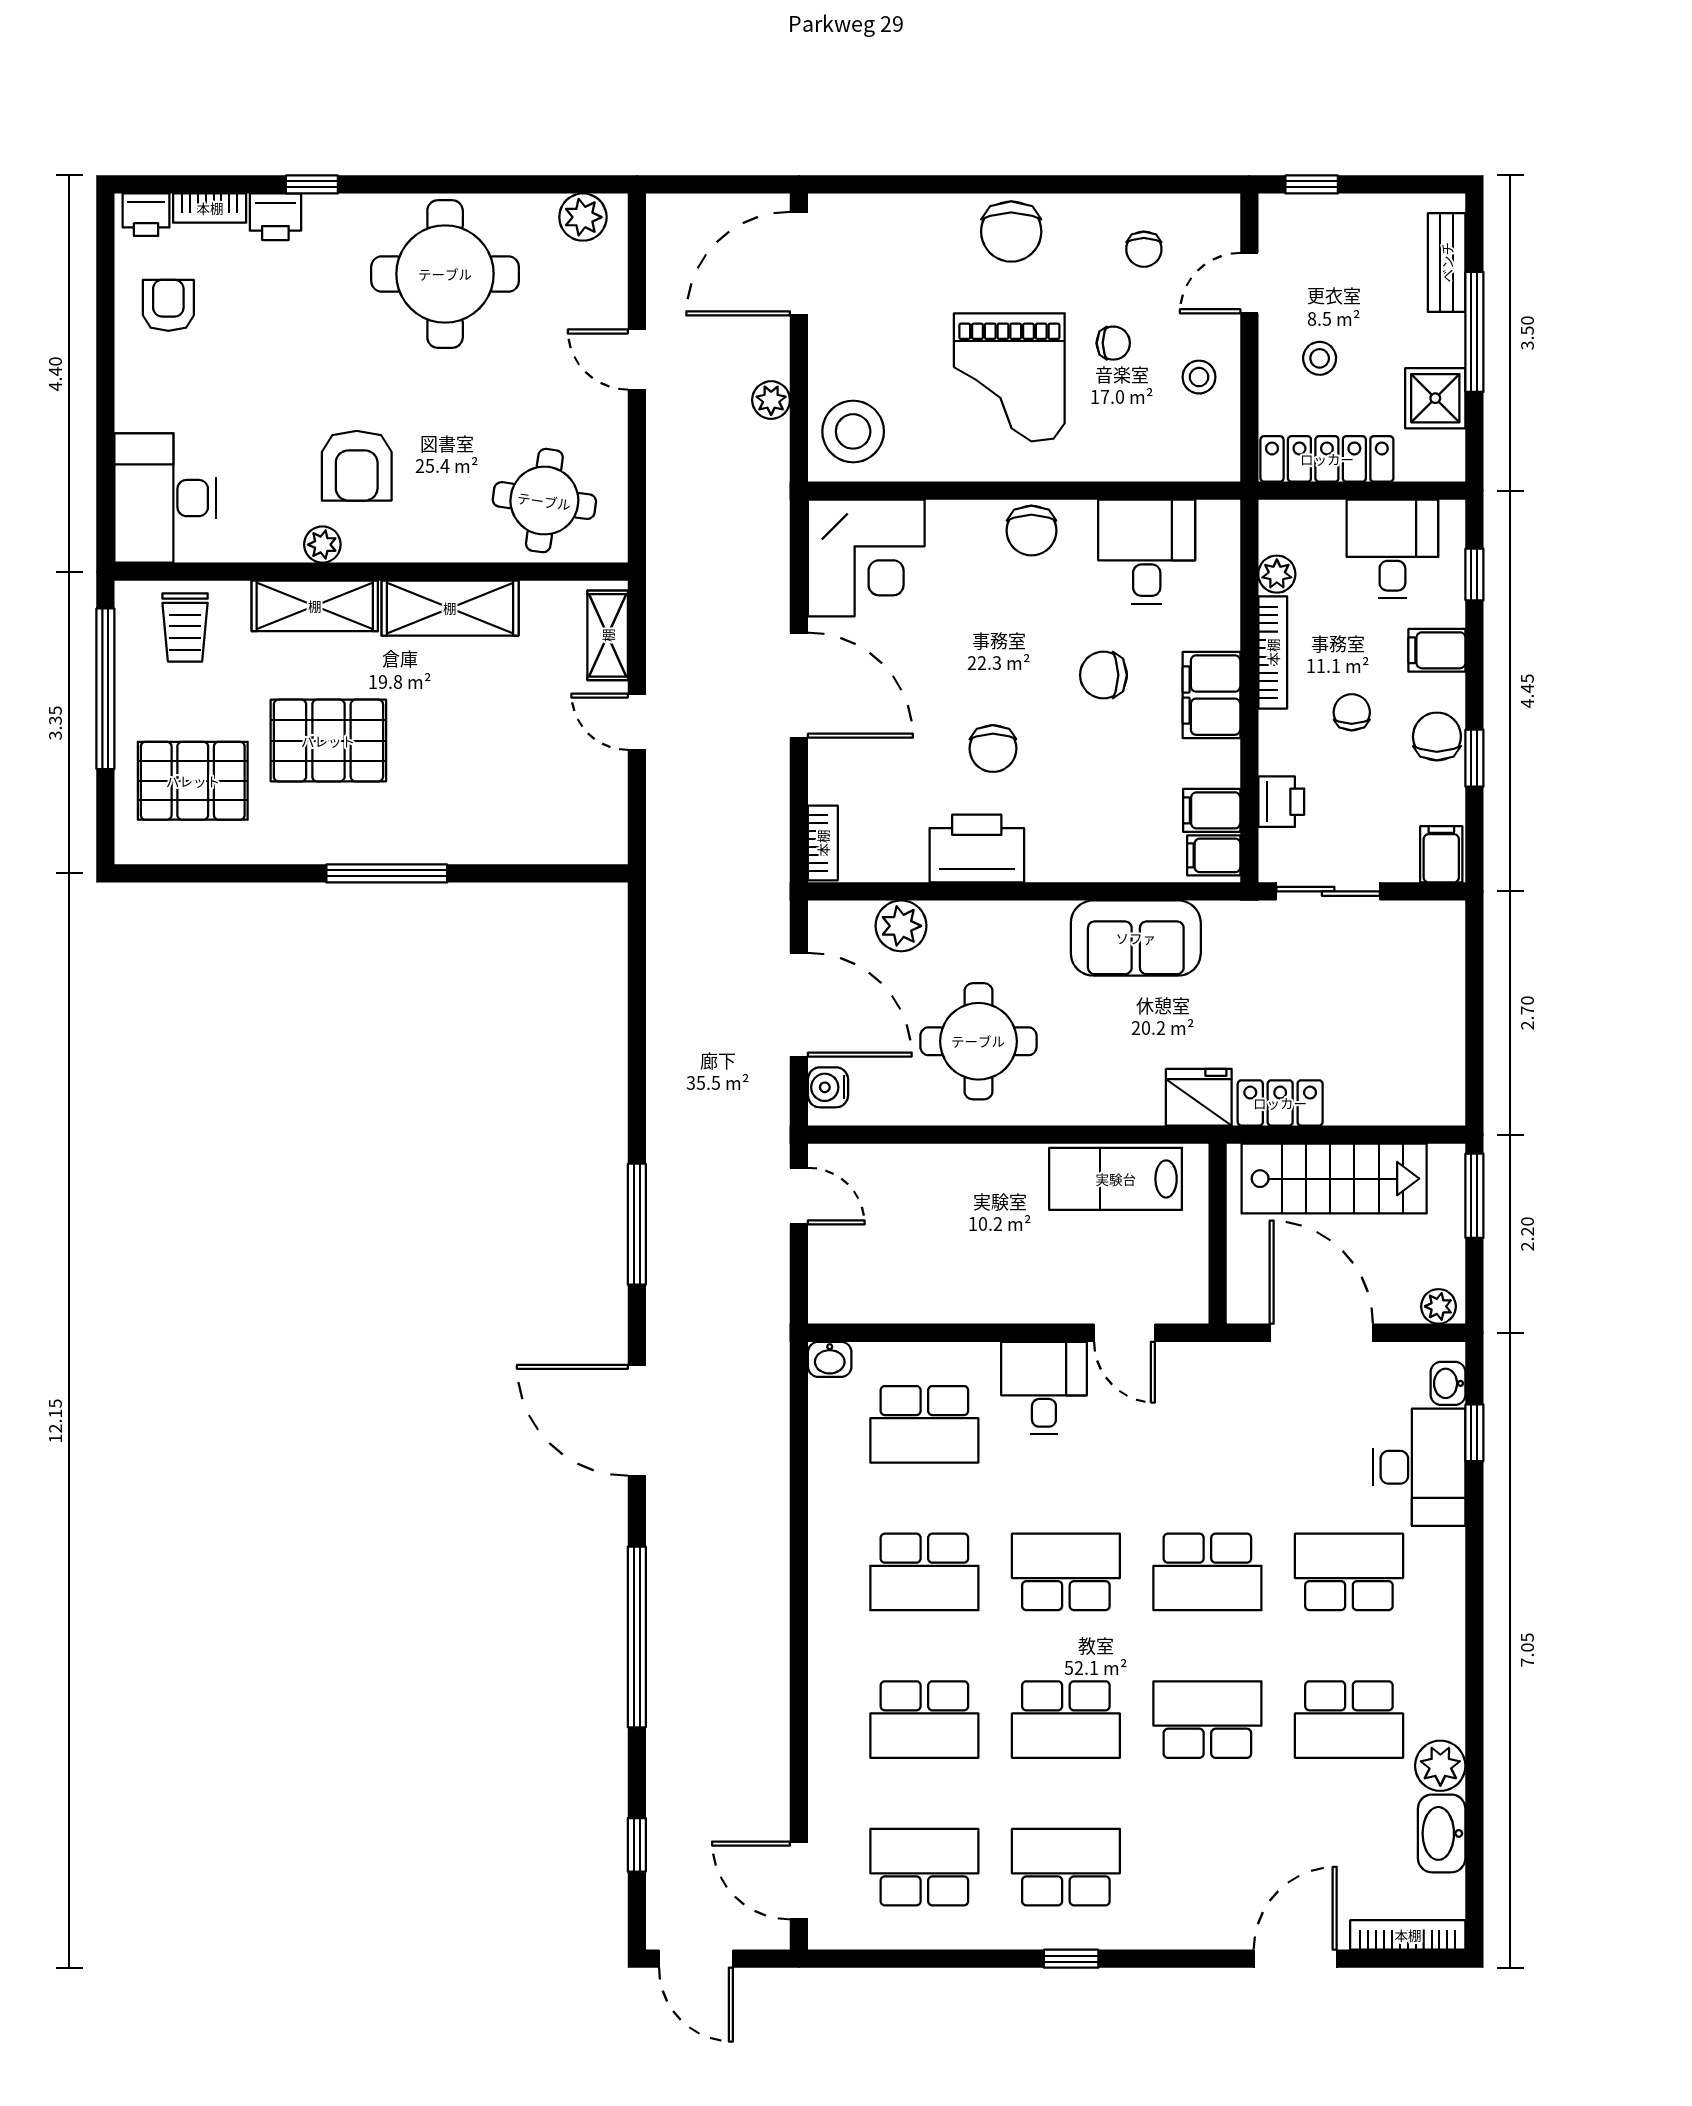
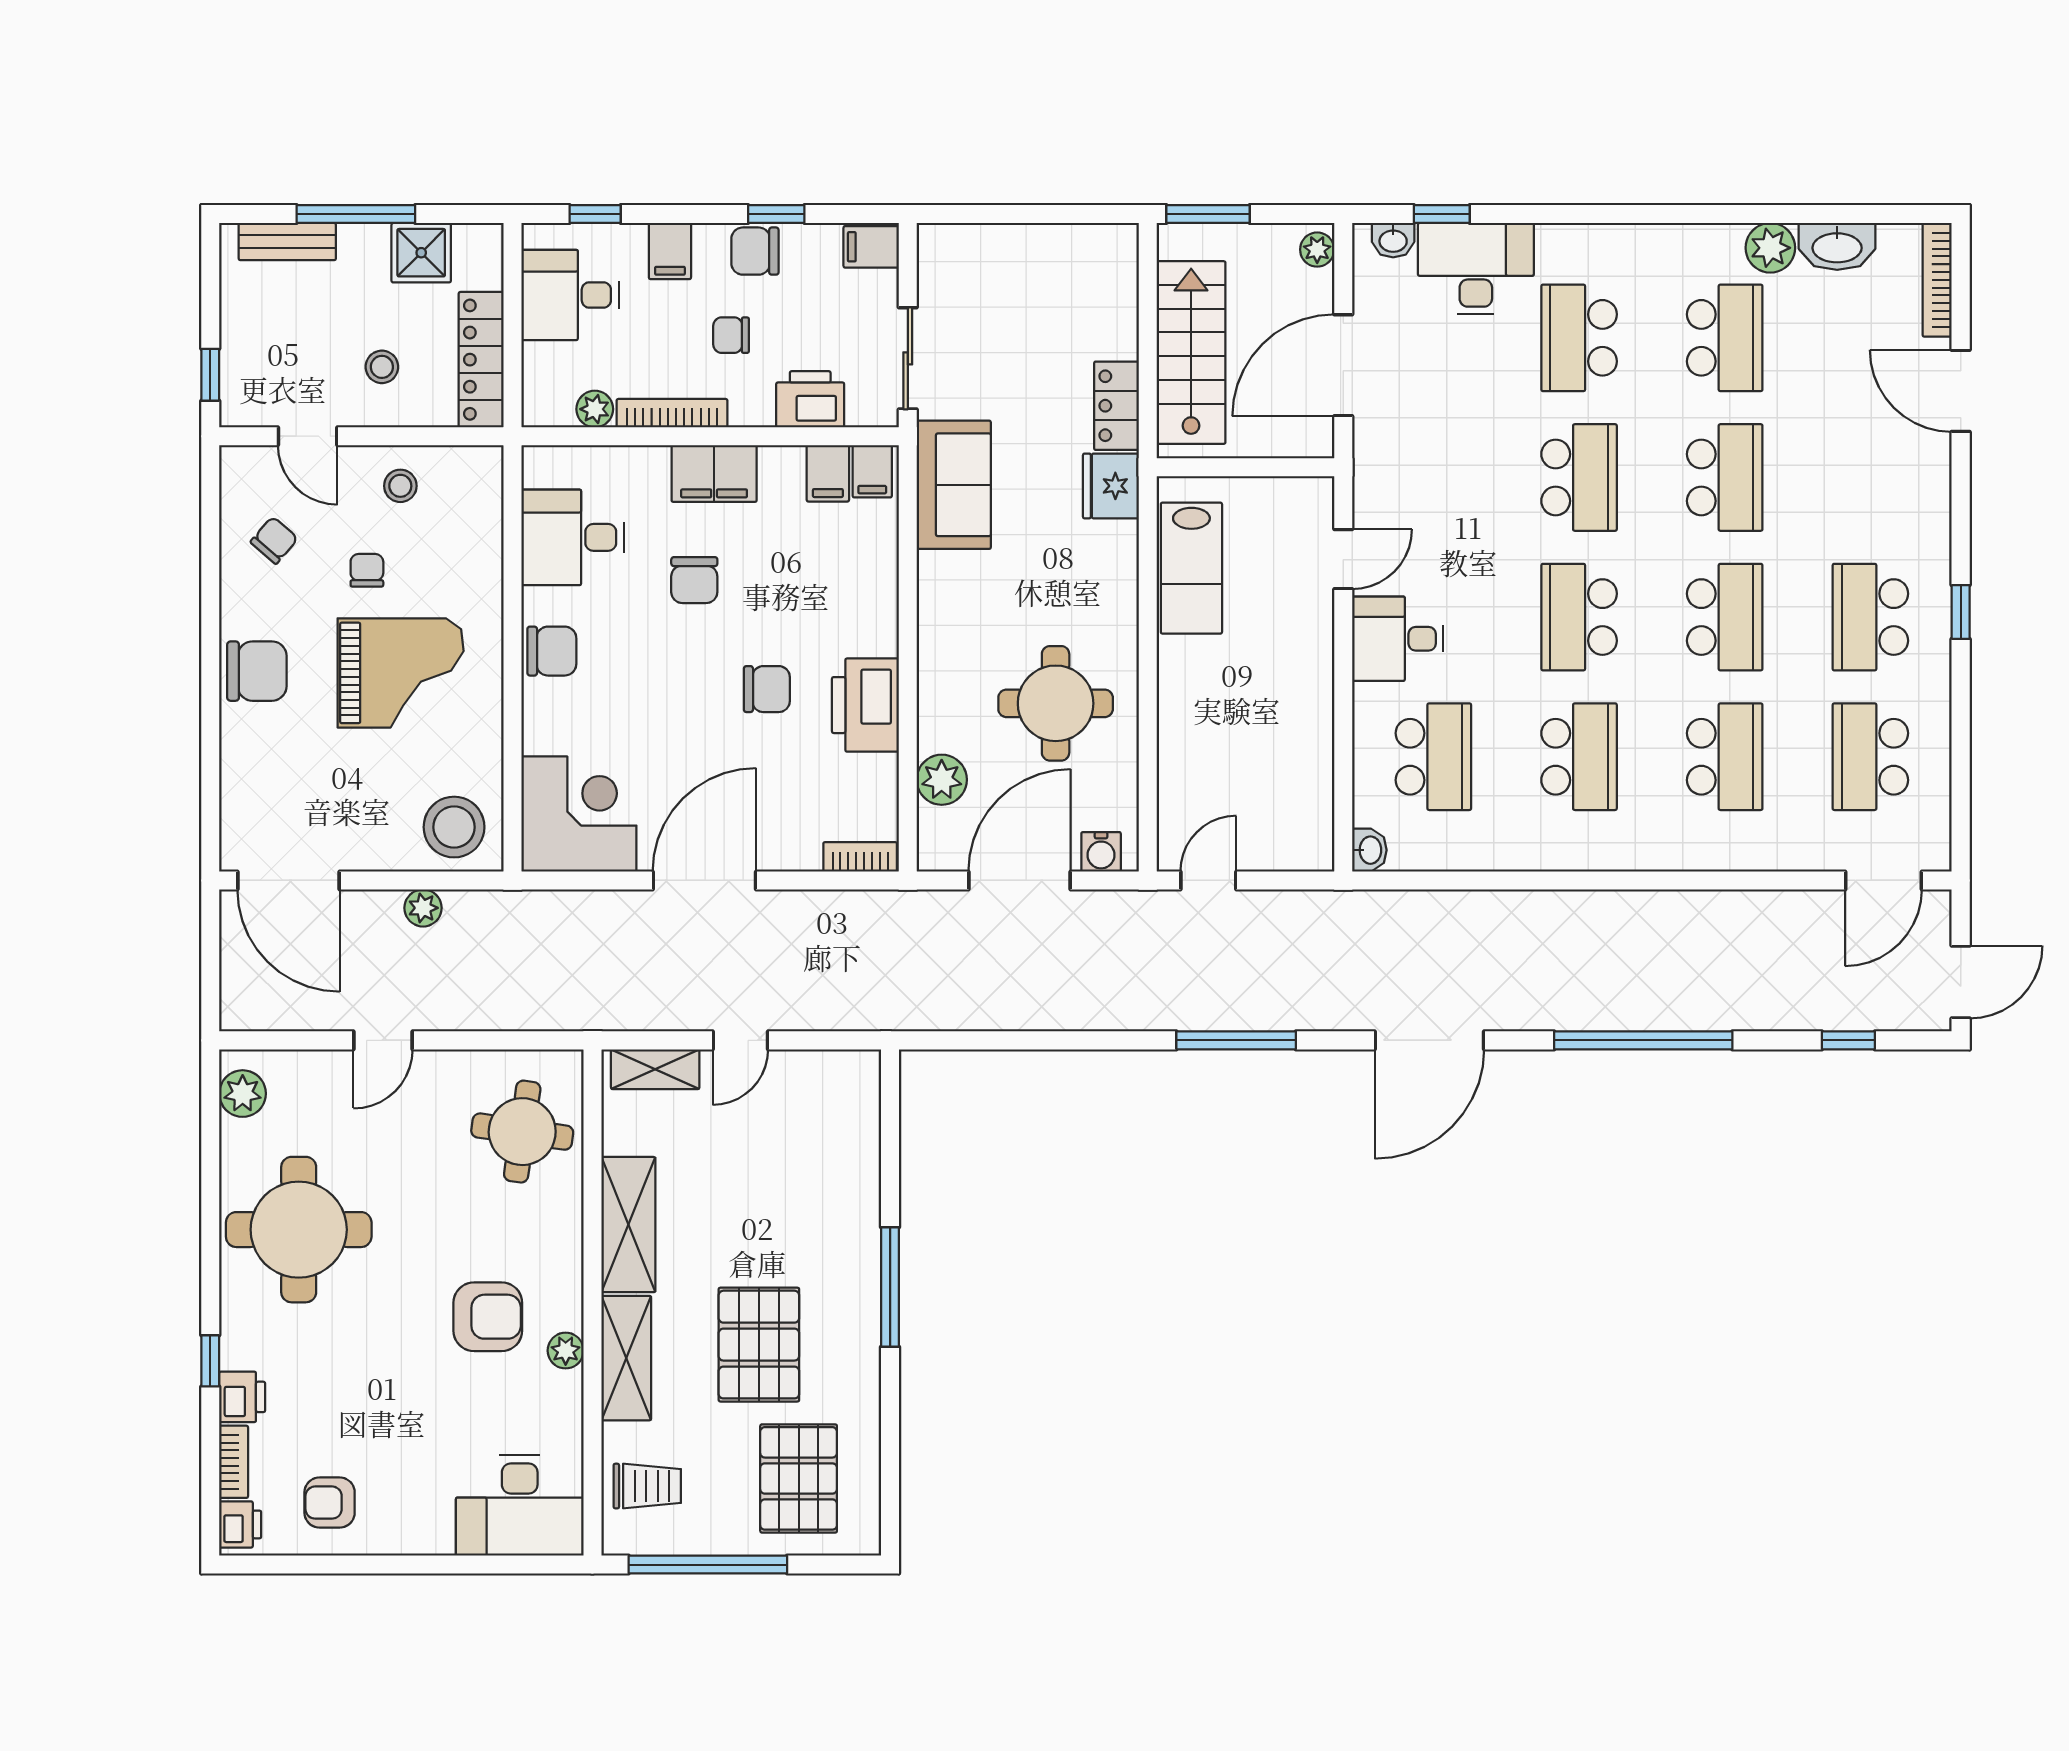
chair: (1144, 249) -> (274, 540), turned -49
printer: (1281, 802) -> (810, 399), width x1.36, depth x1.24
sofa: (1136, 938) -> (954, 485), moved
school desk: (1207, 1720) -> (1725, 477), turned 180

